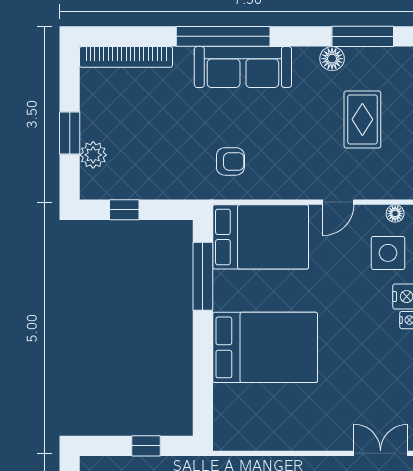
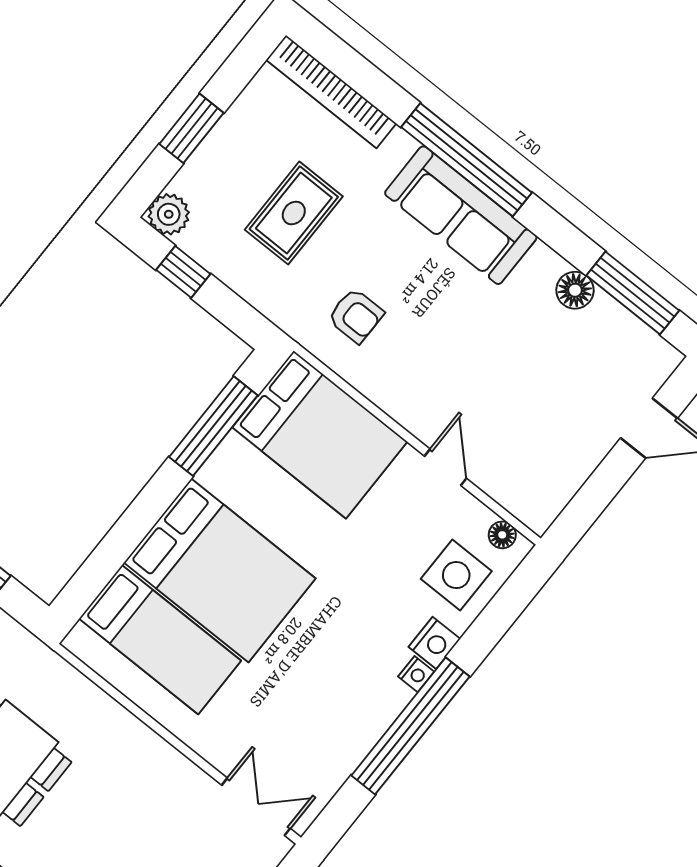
rug: (362, 119) -> (294, 213), moved
plant: (93, 155) -> (169, 214), moved
door: (338, 202) -> (445, 467), swing flipped
bed: (263, 407) -> (160, 640), added

